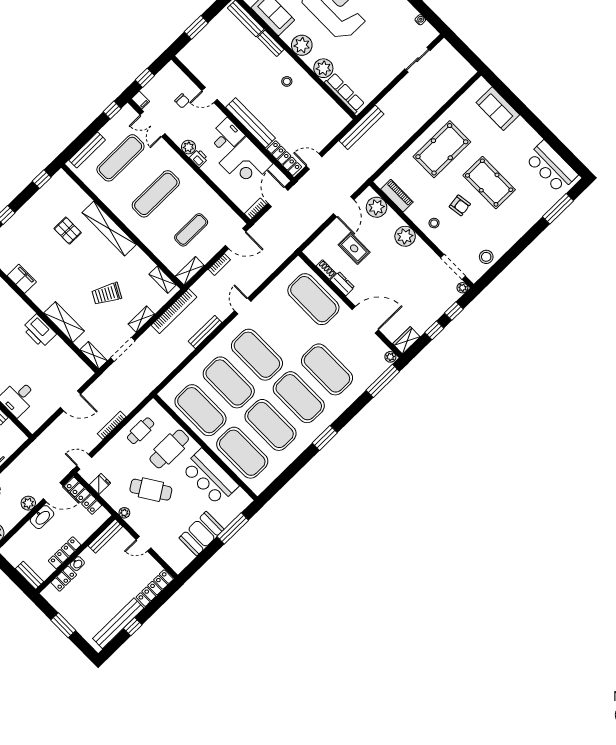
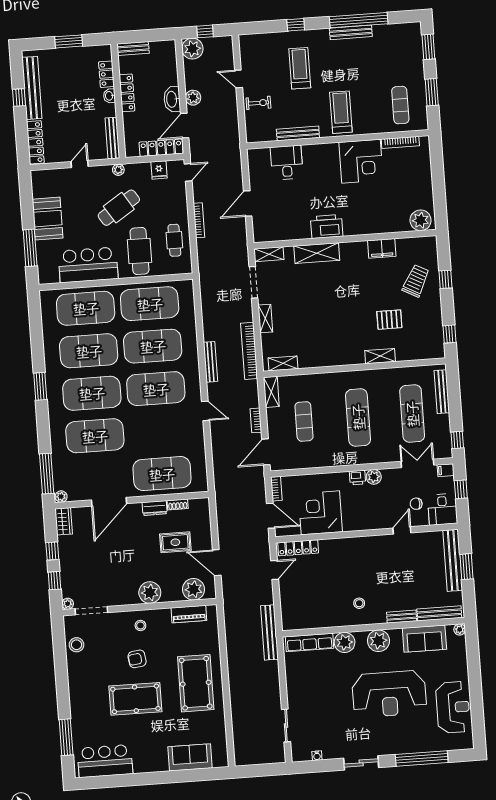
bench: (251, 123) -> (453, 560), moved, turned 90
desk: (226, 136) -> (443, 509), moved
shelving: (109, 228) -> (380, 356), width x0.45, depth x0.75
trolley: (107, 294) -> (416, 281), moved

